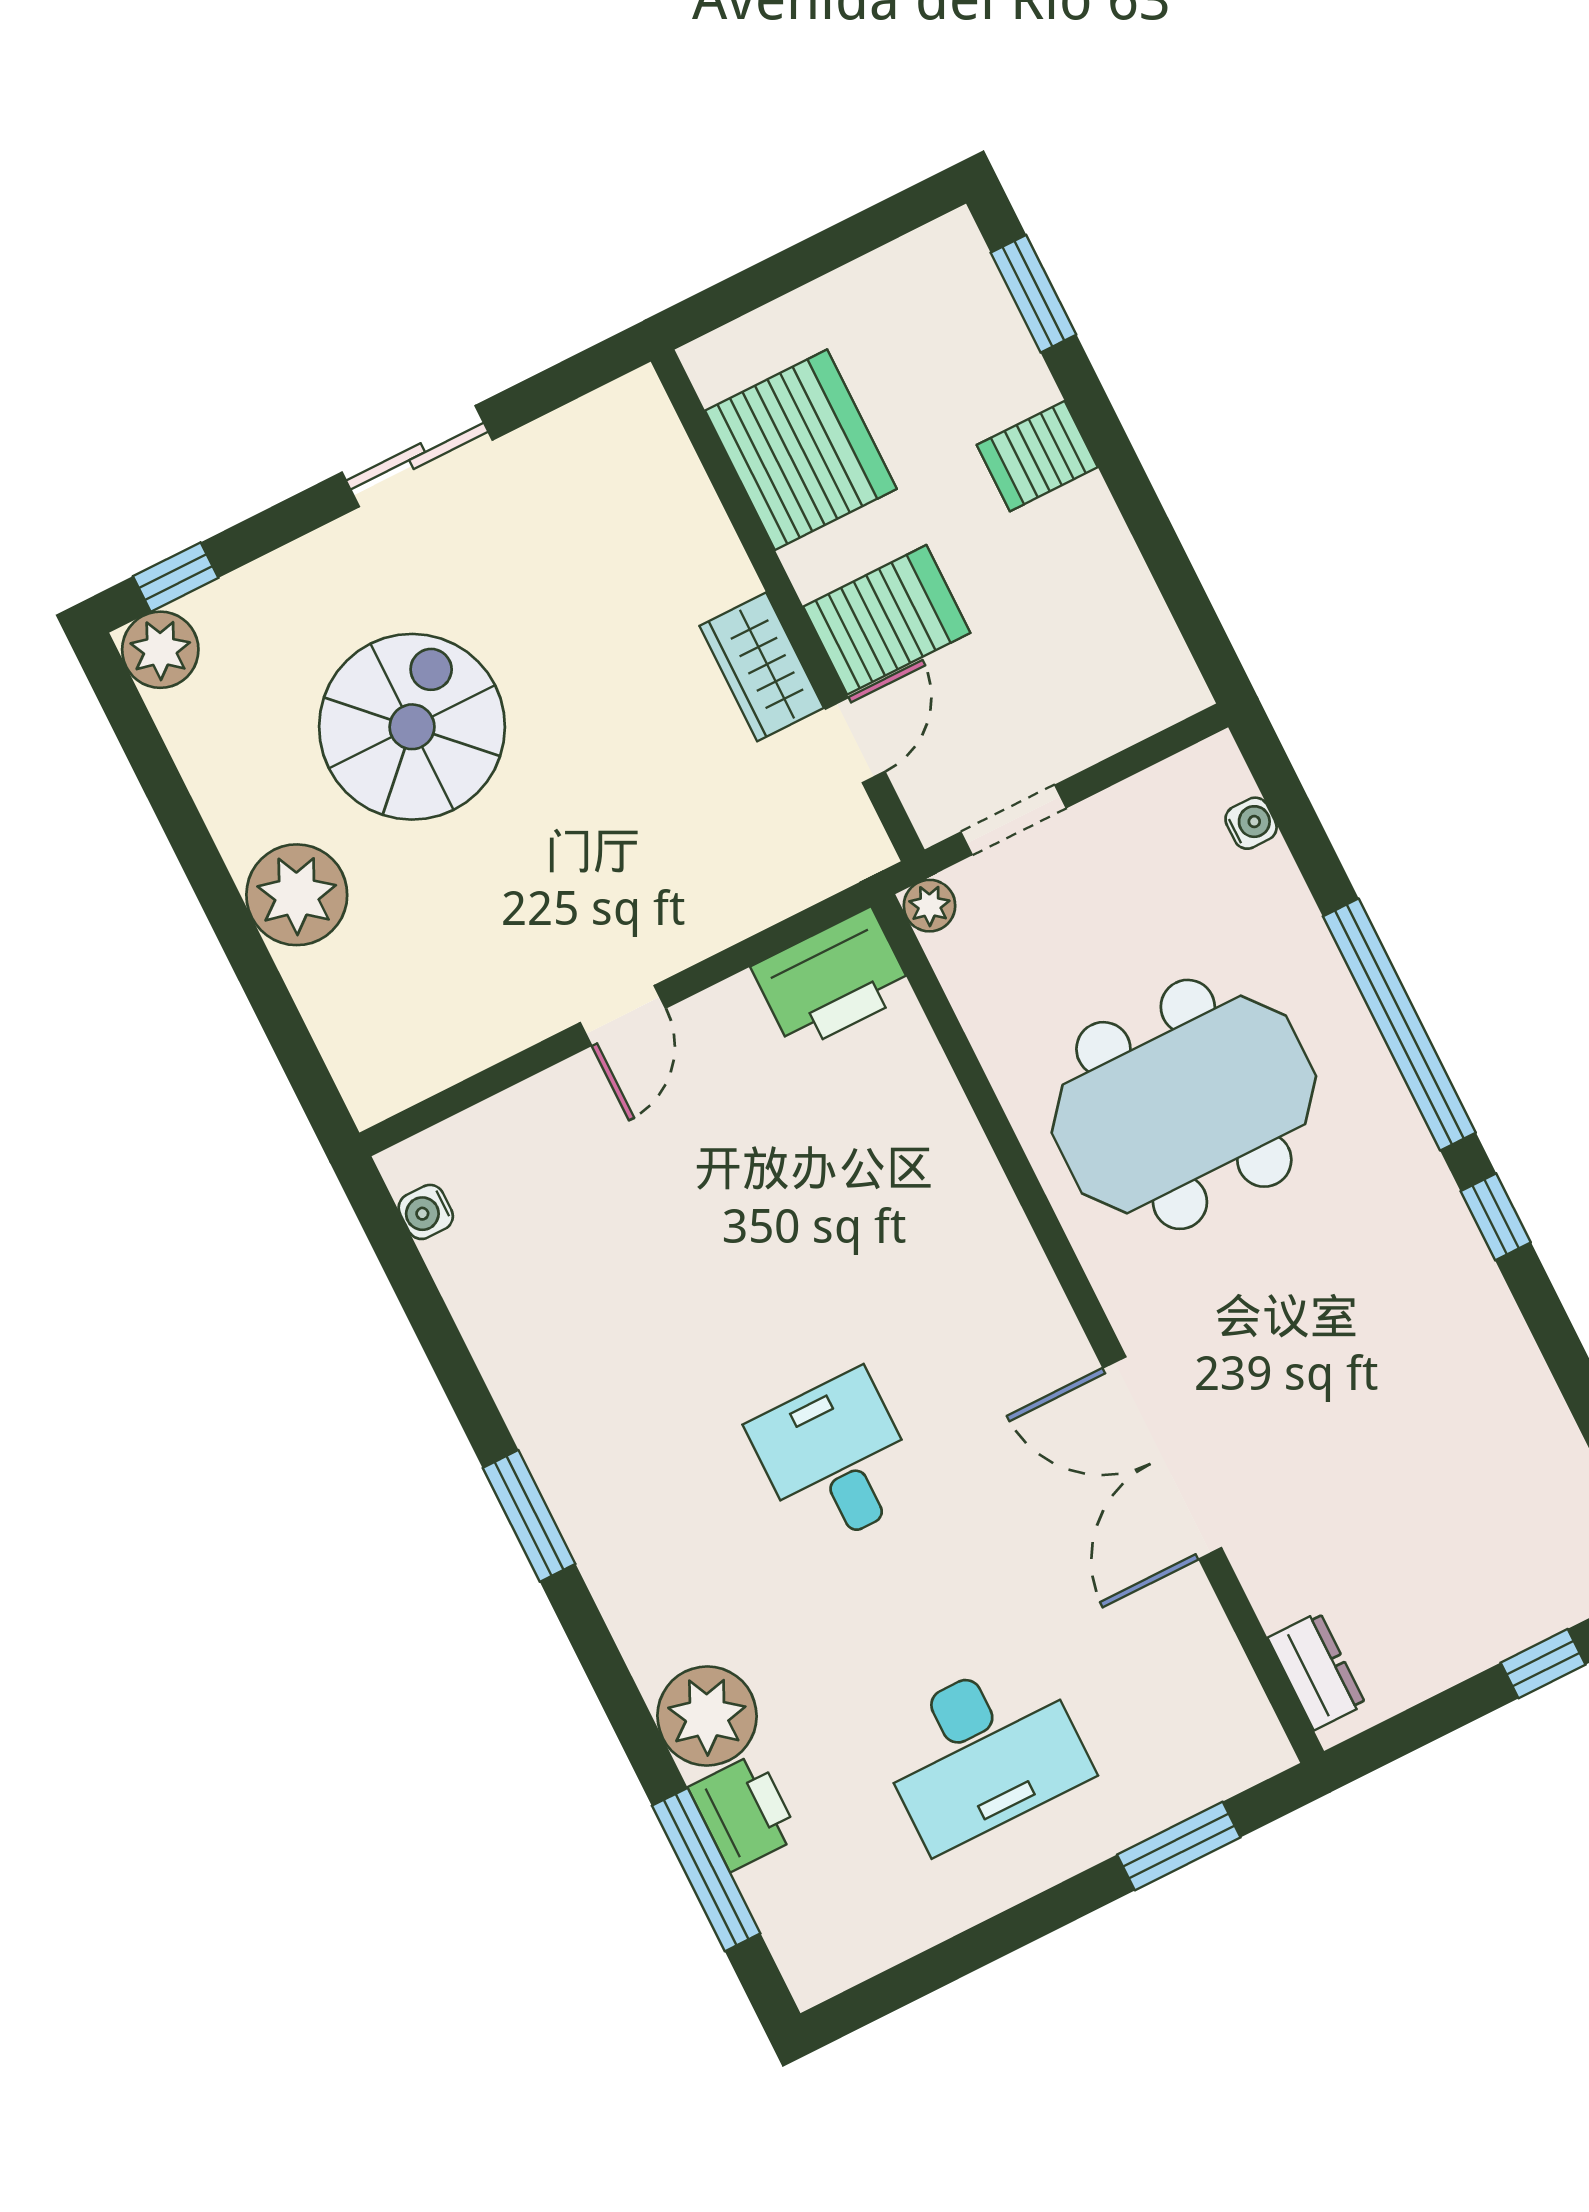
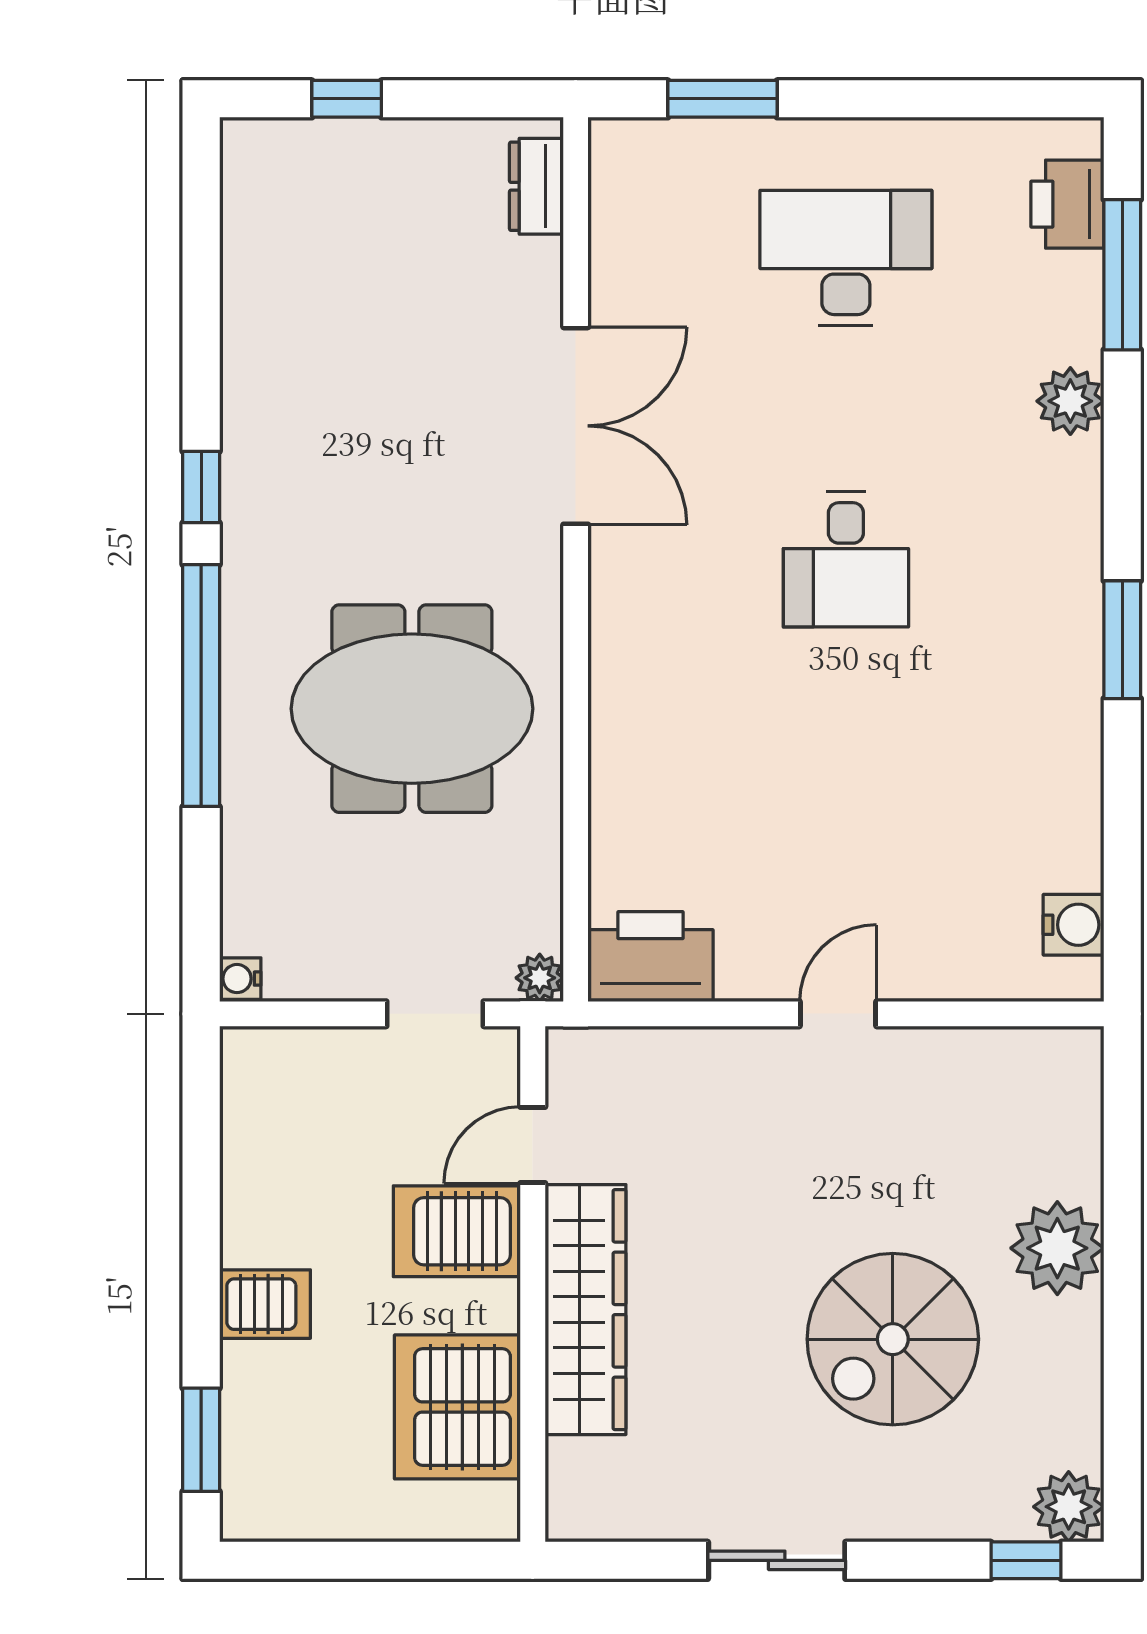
wardrobe: (762, 667) -> (585, 1310), width x2.10, depth x1.17
water cooler: (1251, 823) -> (240, 979), moved
water cooler: (426, 1212) -> (1073, 925), width x1.38, depth x1.38
plant: (707, 1716) -> (1070, 401), width x0.73, depth x0.73
printer: (744, 1812) -> (1067, 204), moved

